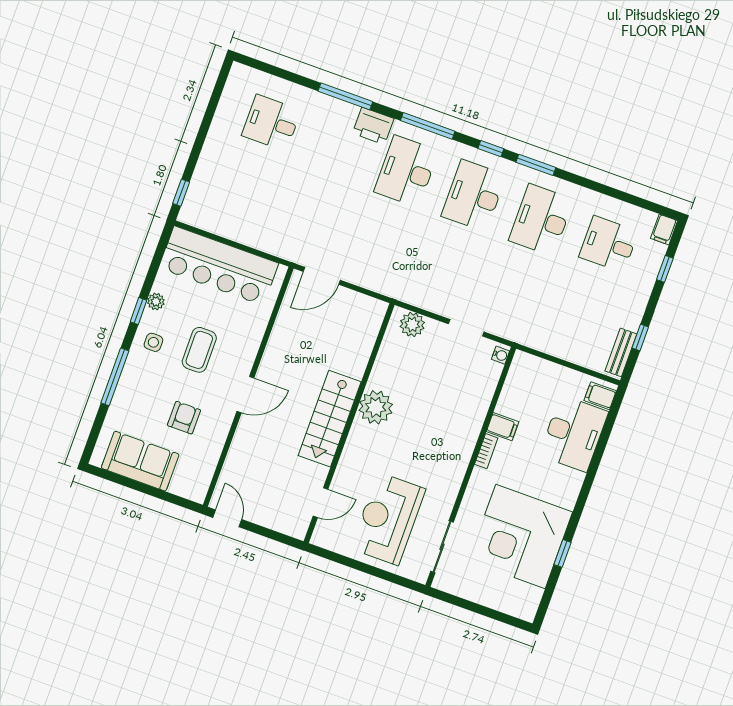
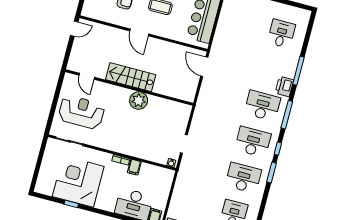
plant: (412, 324) -> (183, 116), removed

